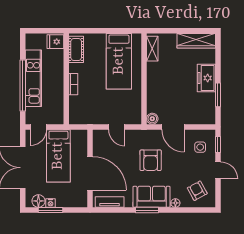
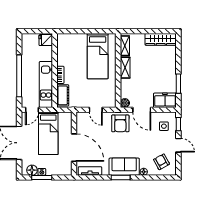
cot: (76, 49) -> (63, 95), moved
shelving: (153, 75) -> (125, 68), added
kitchen unit: (33, 78) -> (46, 84), moved, turned 180
freezer: (206, 78) -> (165, 100), moved, turned 90
armchair: (151, 160) -> (120, 123), moved

